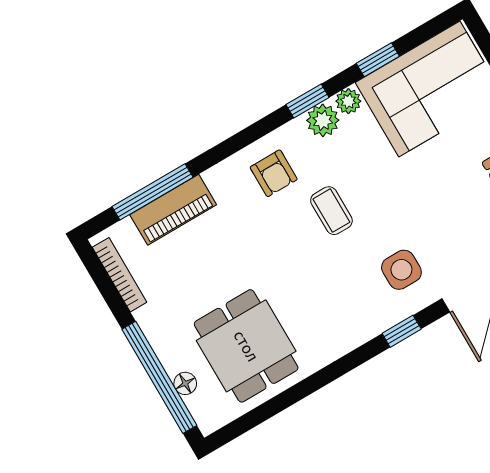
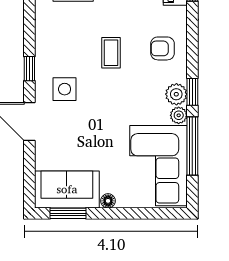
window: (378, 60) -> (192, 146), width x2.17
coffee table: (331, 211) -> (111, 53), moved, turned 90

